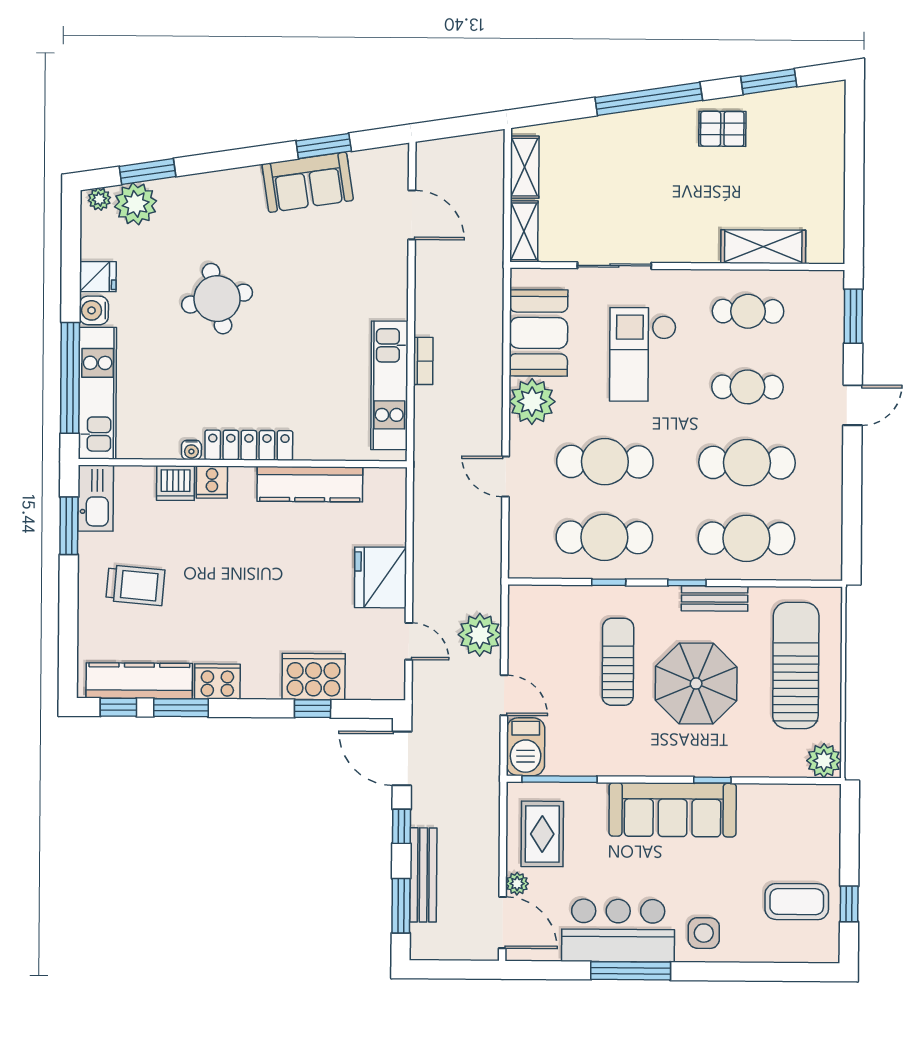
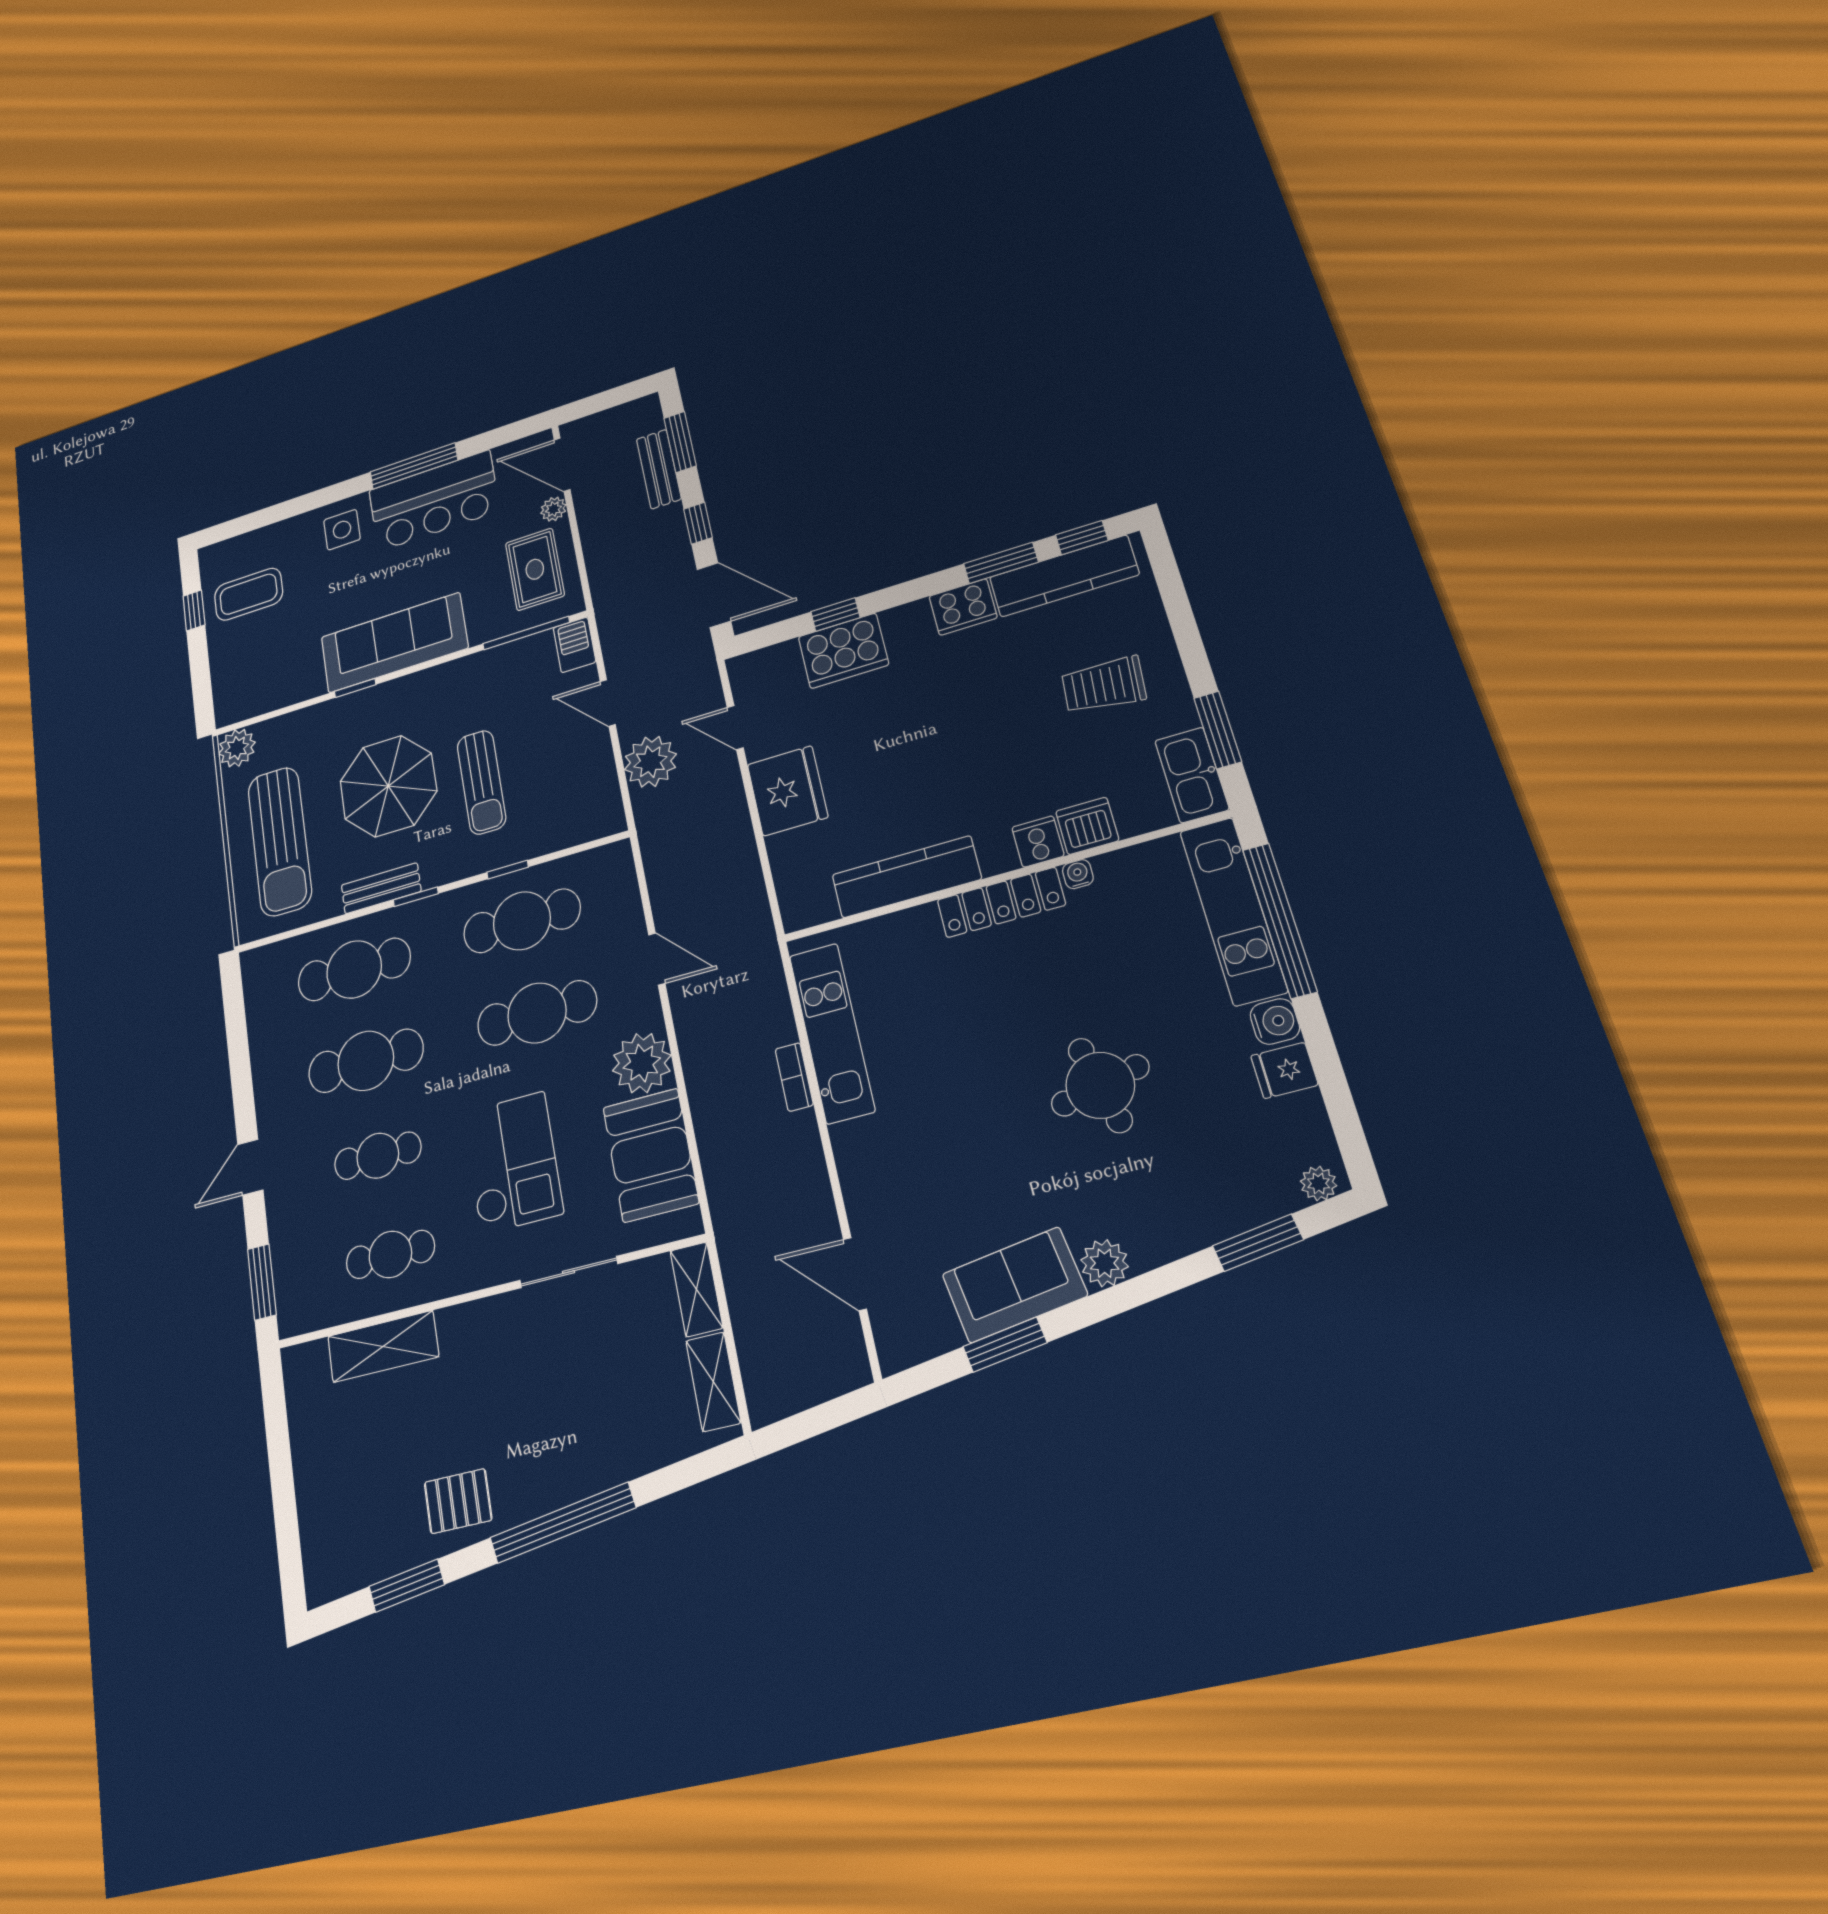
plant: (136, 204) -> (1105, 1263), moved, width x0.73, depth x0.73
barbecue: (526, 747) -> (574, 645), width x0.73, depth x0.79
bench: (423, 875) -> (659, 469), width x0.73

